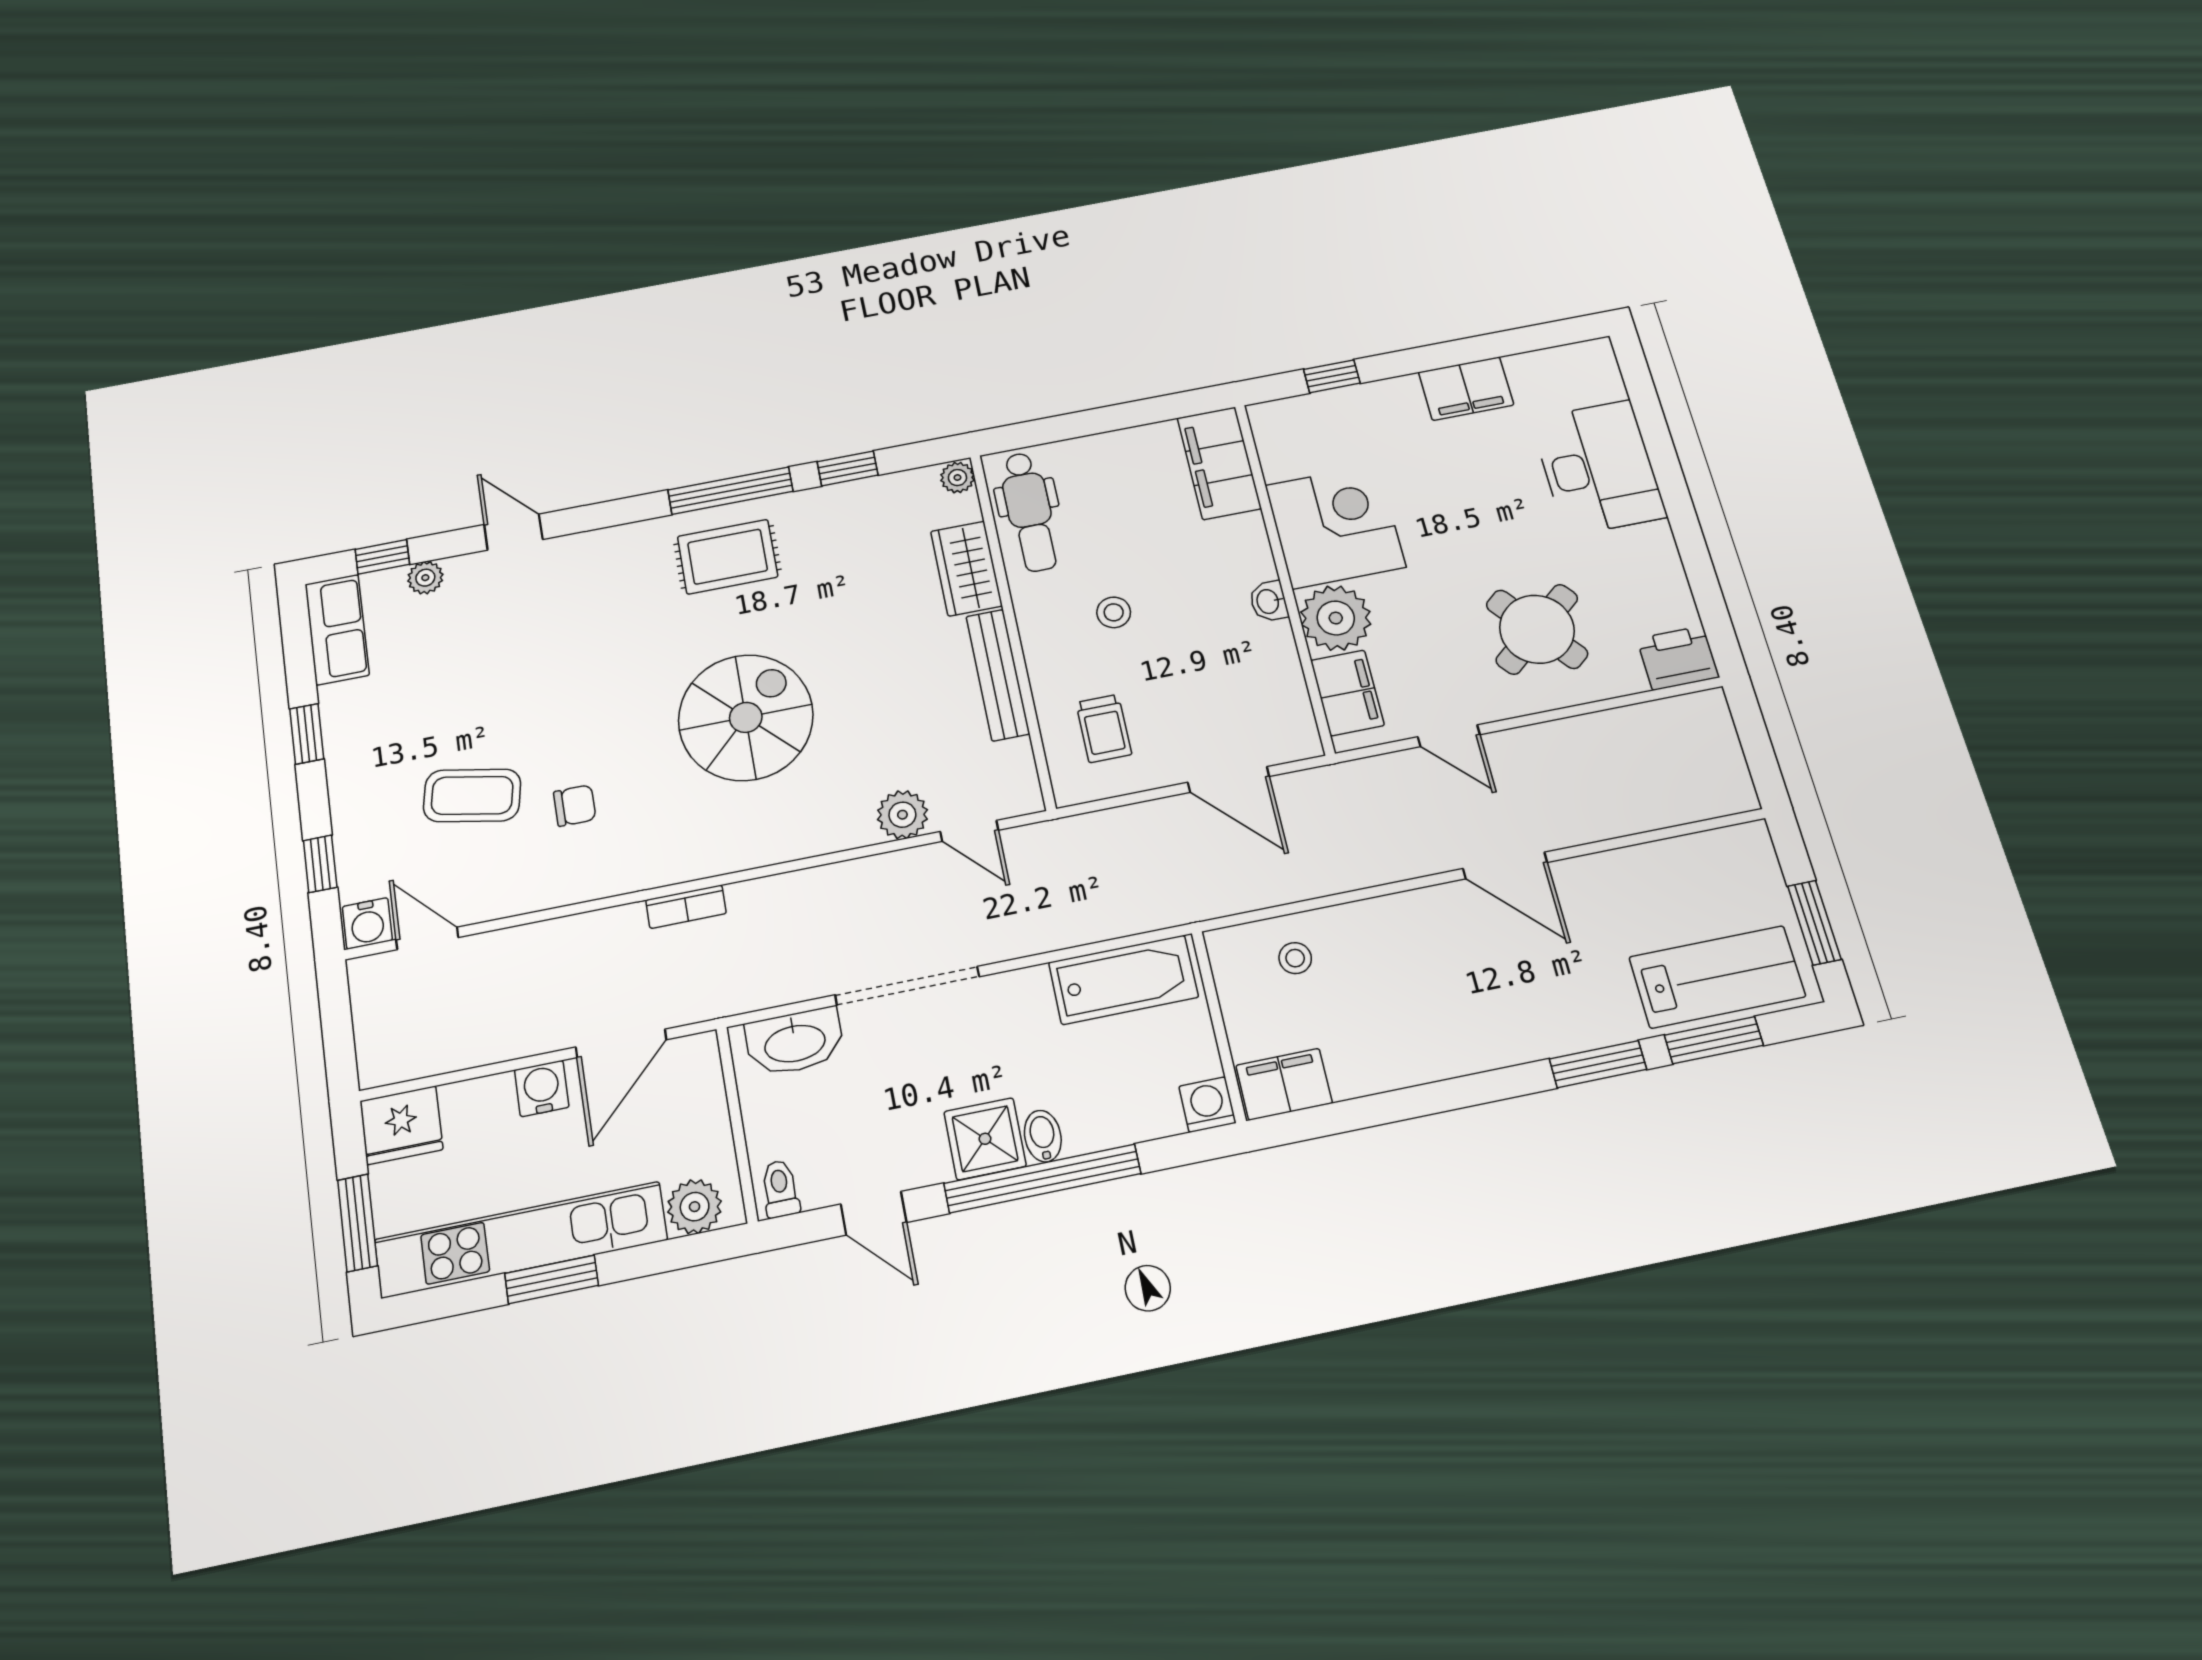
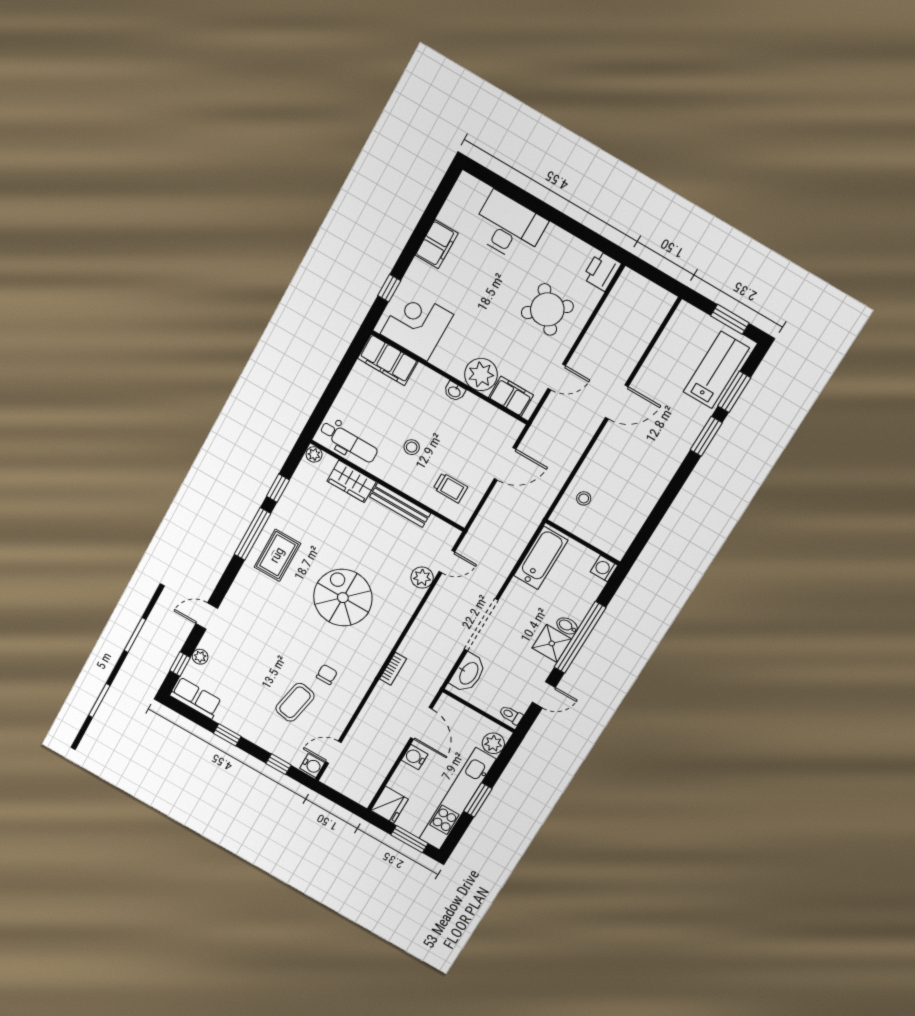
corner desk: (1335, 526) -> (417, 324), moved
filing cabinet: (1284, 1084) -> (620, 539), removed

